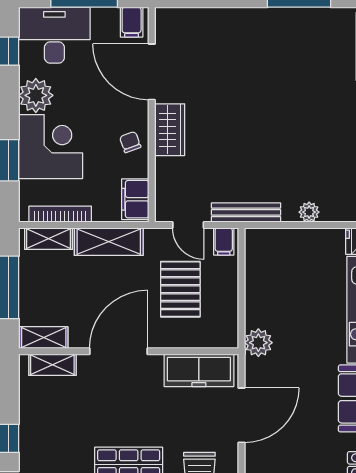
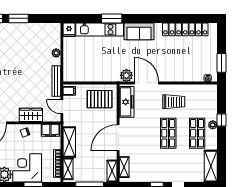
wardrobe: (170, 130) -> (31, 115), moved
door: (188, 225) -> (62, 107), swing flipped
pallet: (180, 289) -> (100, 99), moved
plant: (258, 343) -> (126, 75), moved
door: (118, 351) -> (118, 138), hinge flipped

